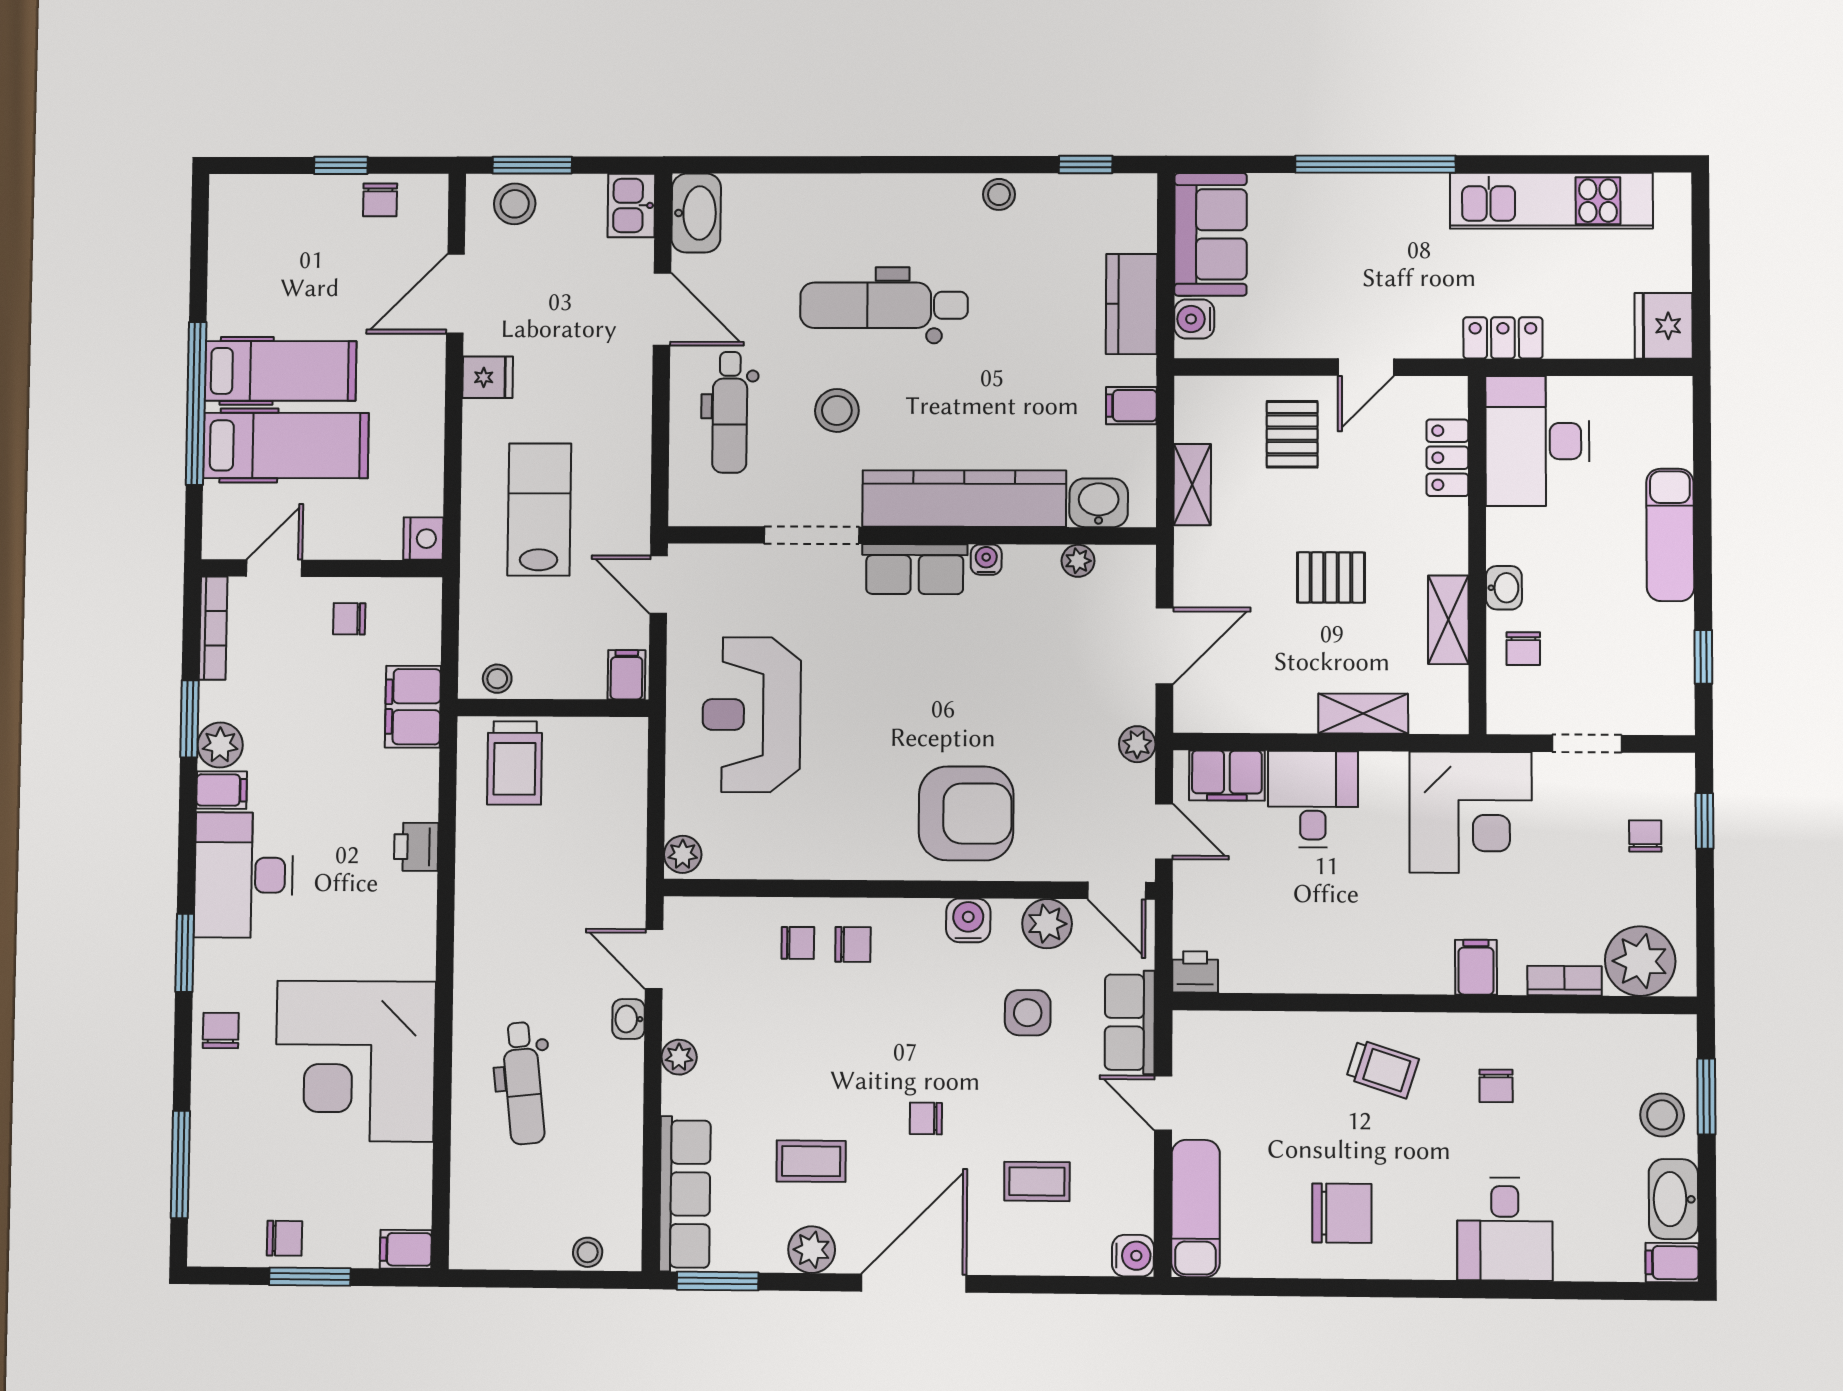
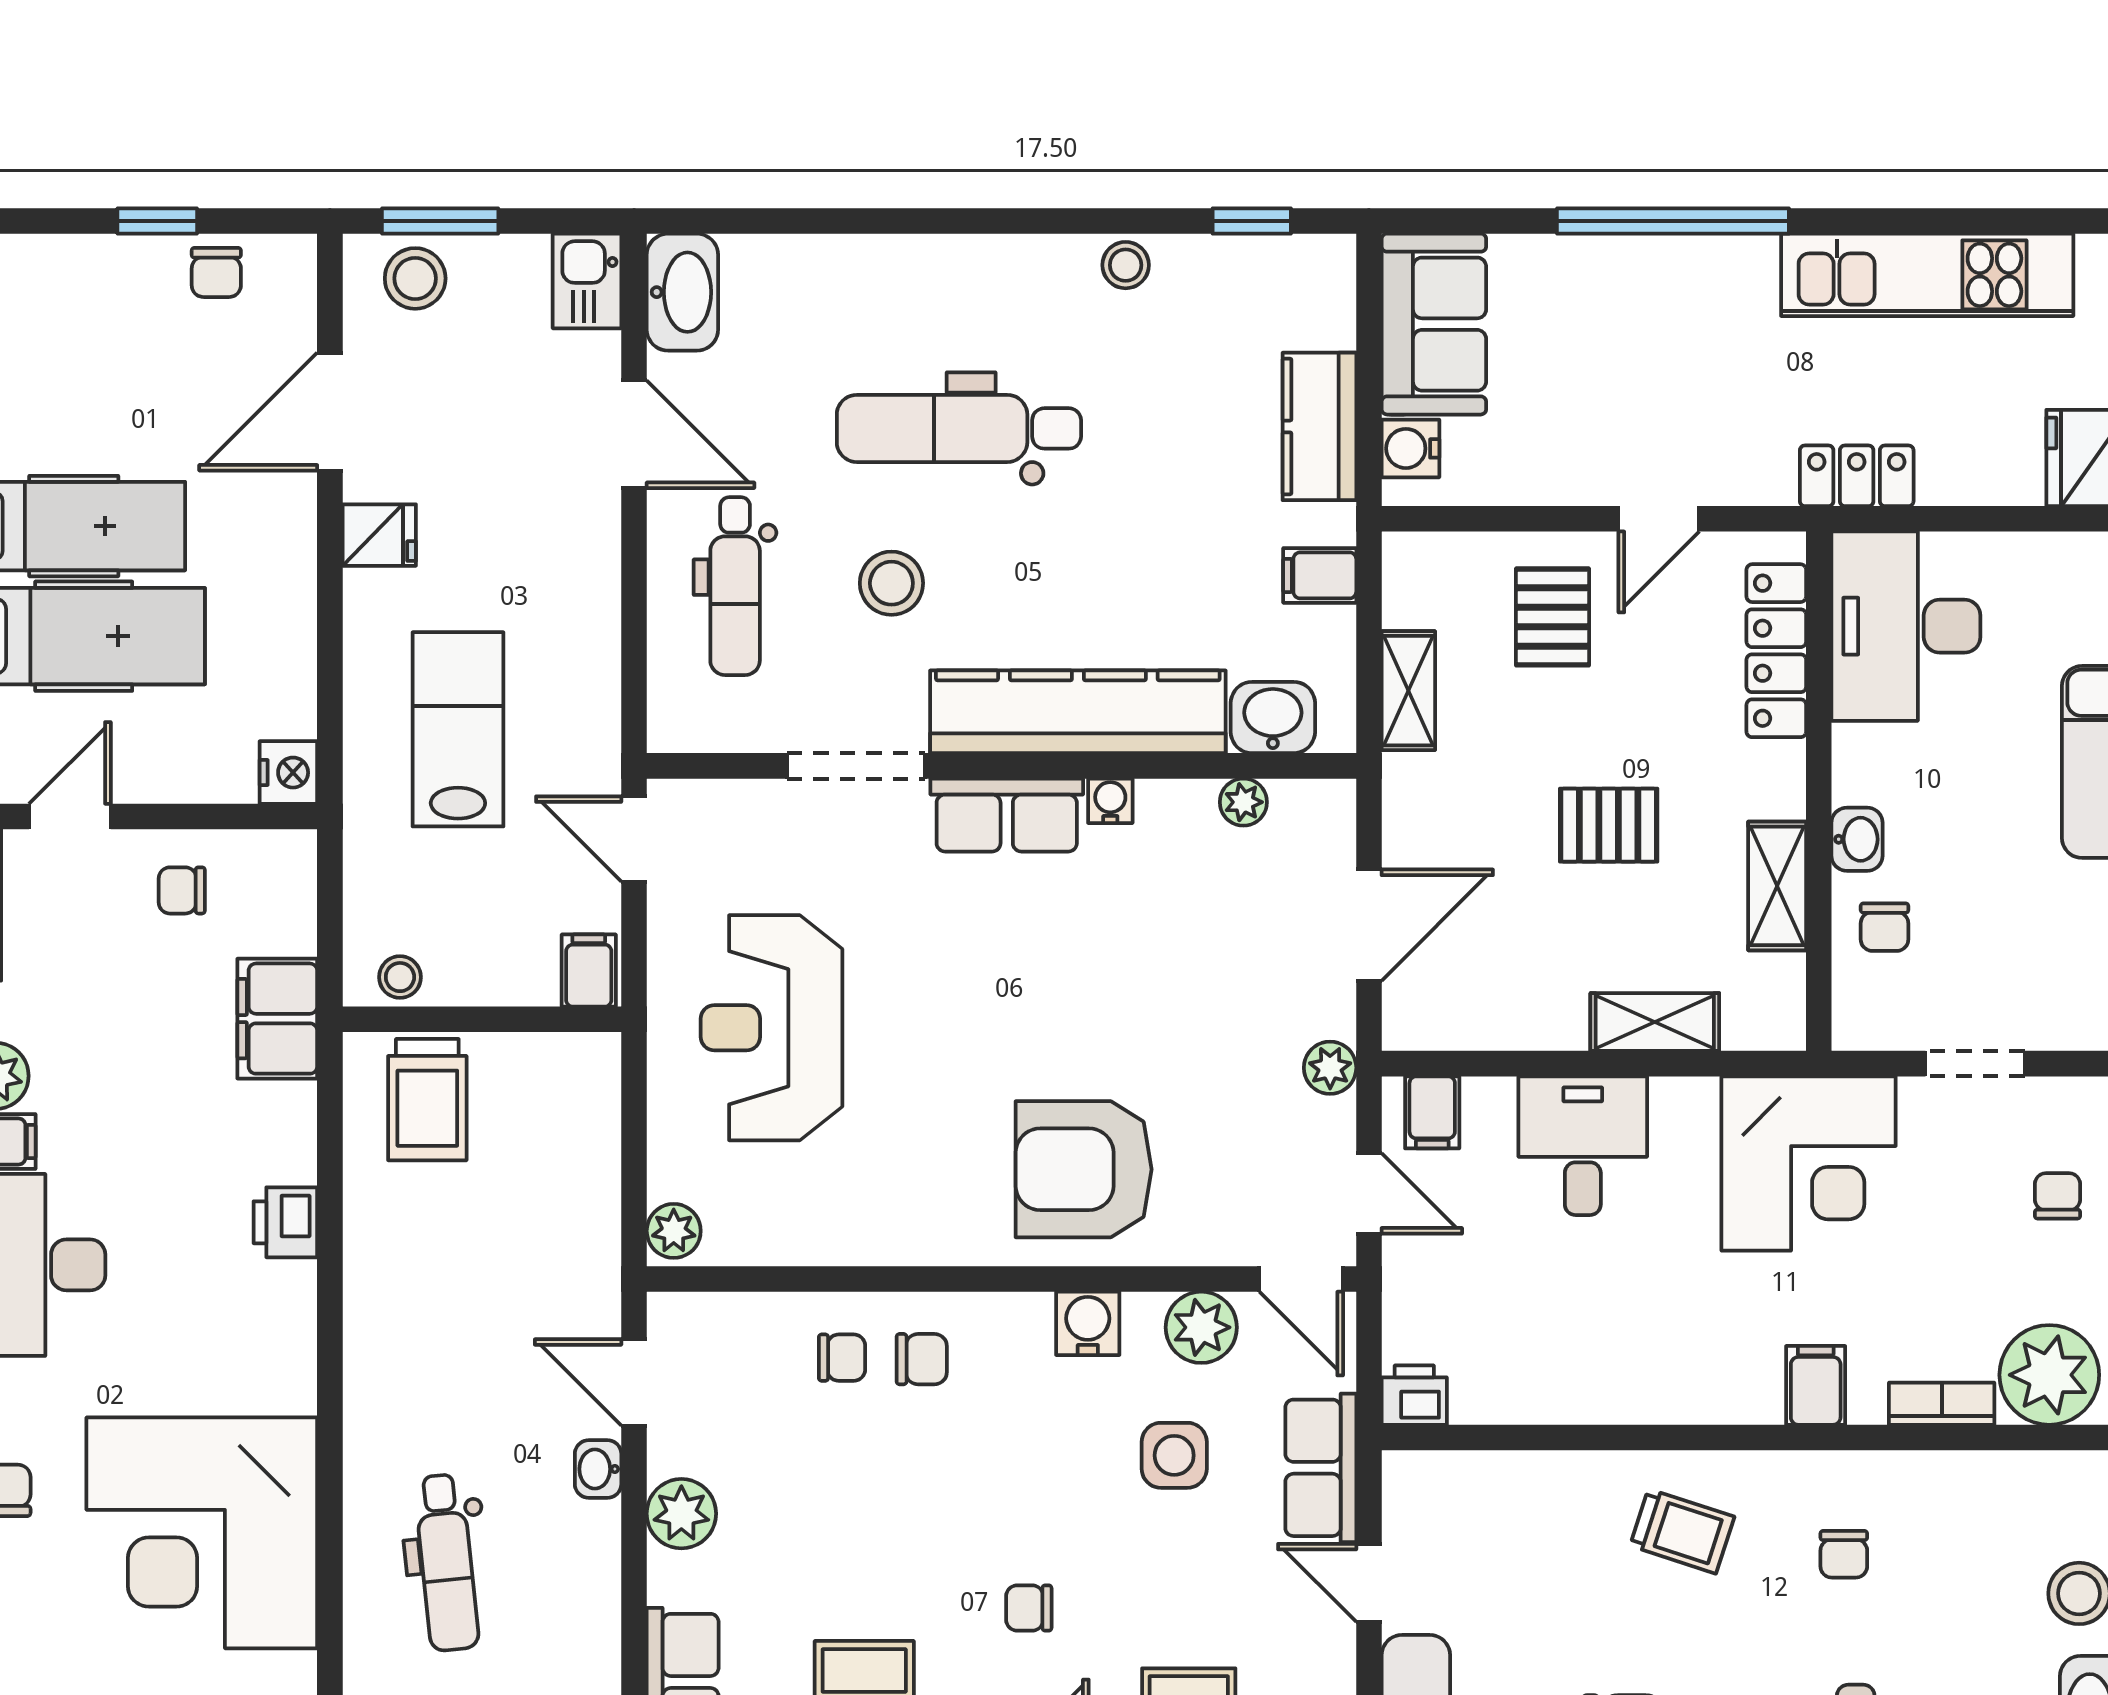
locker: (1447, 458) -> (1776, 651), width x1.53
filing cabinet: (1227, 776) -> (1432, 1112), width x0.50
armchair: (966, 813) -> (1084, 1169), turned 180
plant: (679, 1057) -> (681, 1514), width x1.38, depth x1.38

